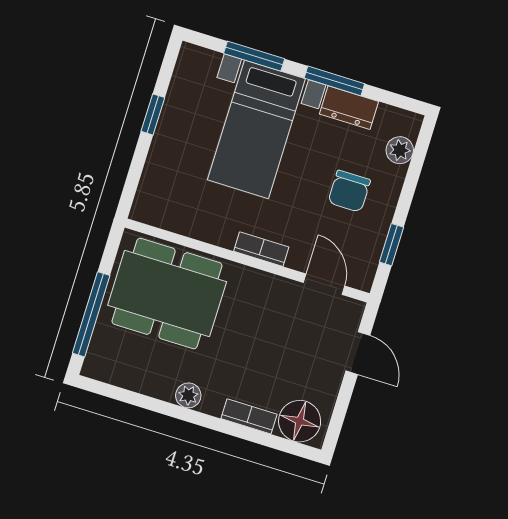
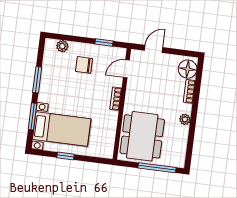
dresser: (349, 108) -> (48, 71), removed
bed with nightstands: (256, 129) -> (62, 129), moved
chair: (349, 191) -> (84, 65), turned 180

